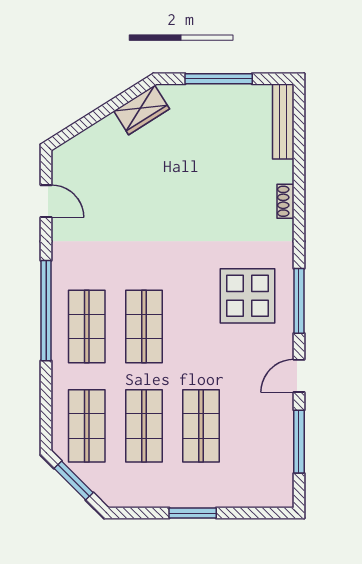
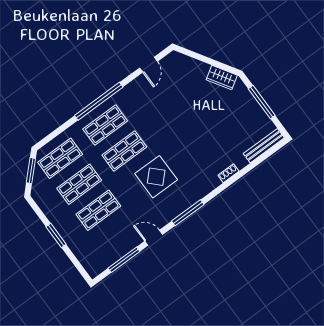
display table: (247, 296) -> (156, 177), moved

